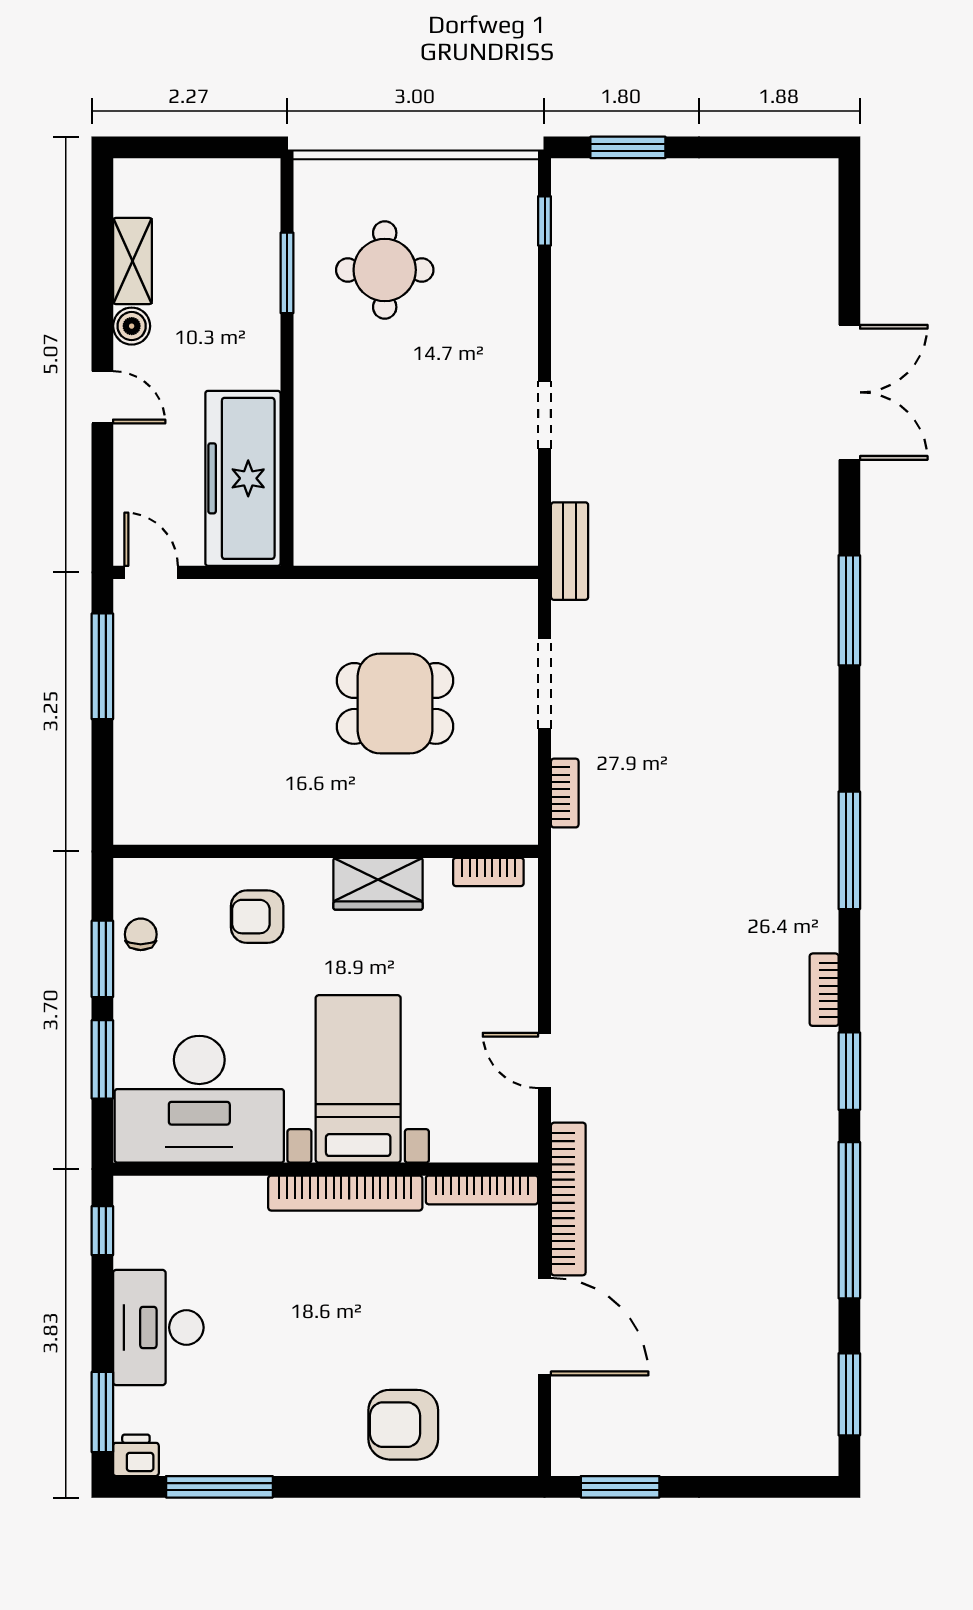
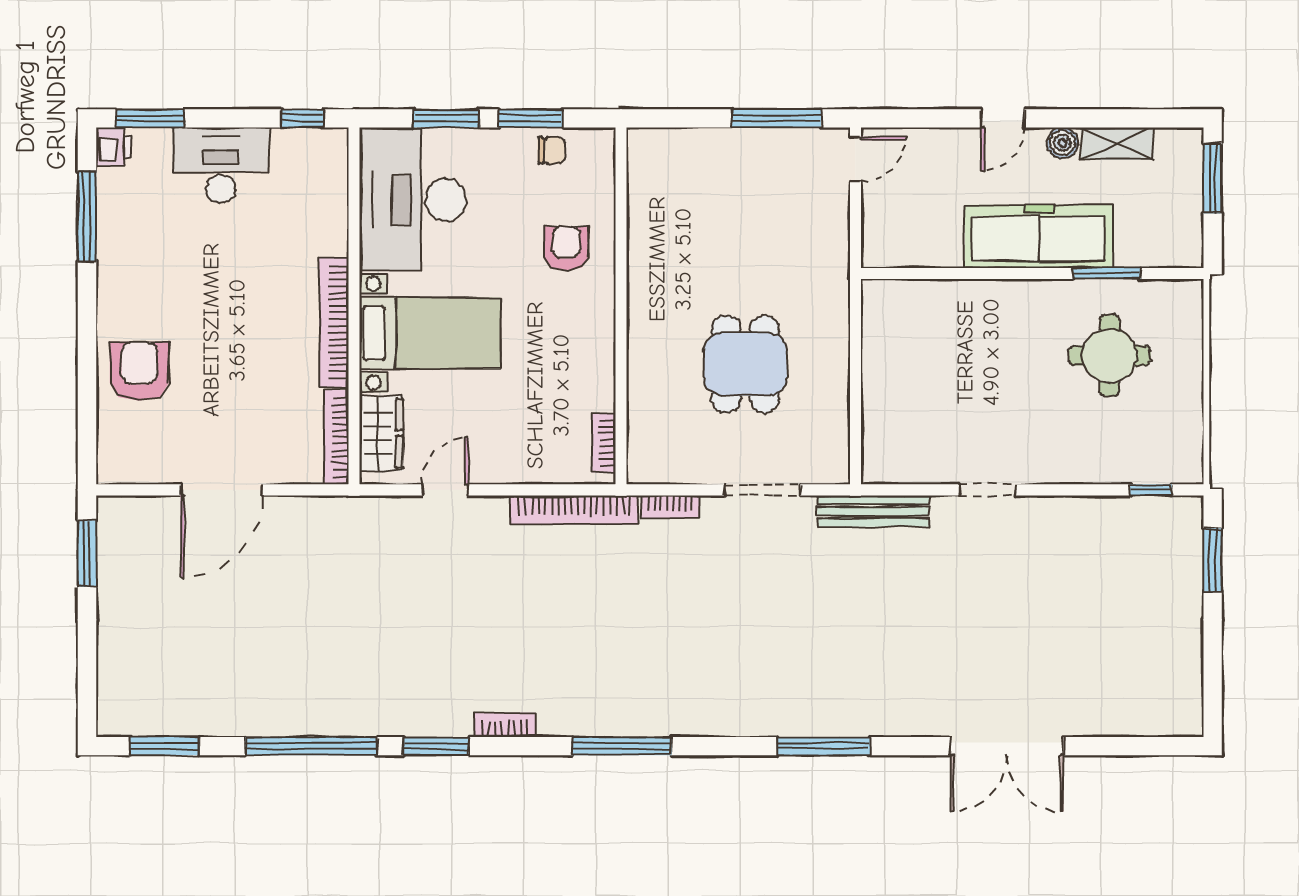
window: (174, 147) -> (1213, 178), added
freezer: (243, 478) -> (1039, 236), moved
bench: (570, 551) -> (873, 511), width x1.36
wardrobe: (378, 884) -> (381, 433), moved, turned 180
bookcase: (568, 1199) -> (574, 510), moved

